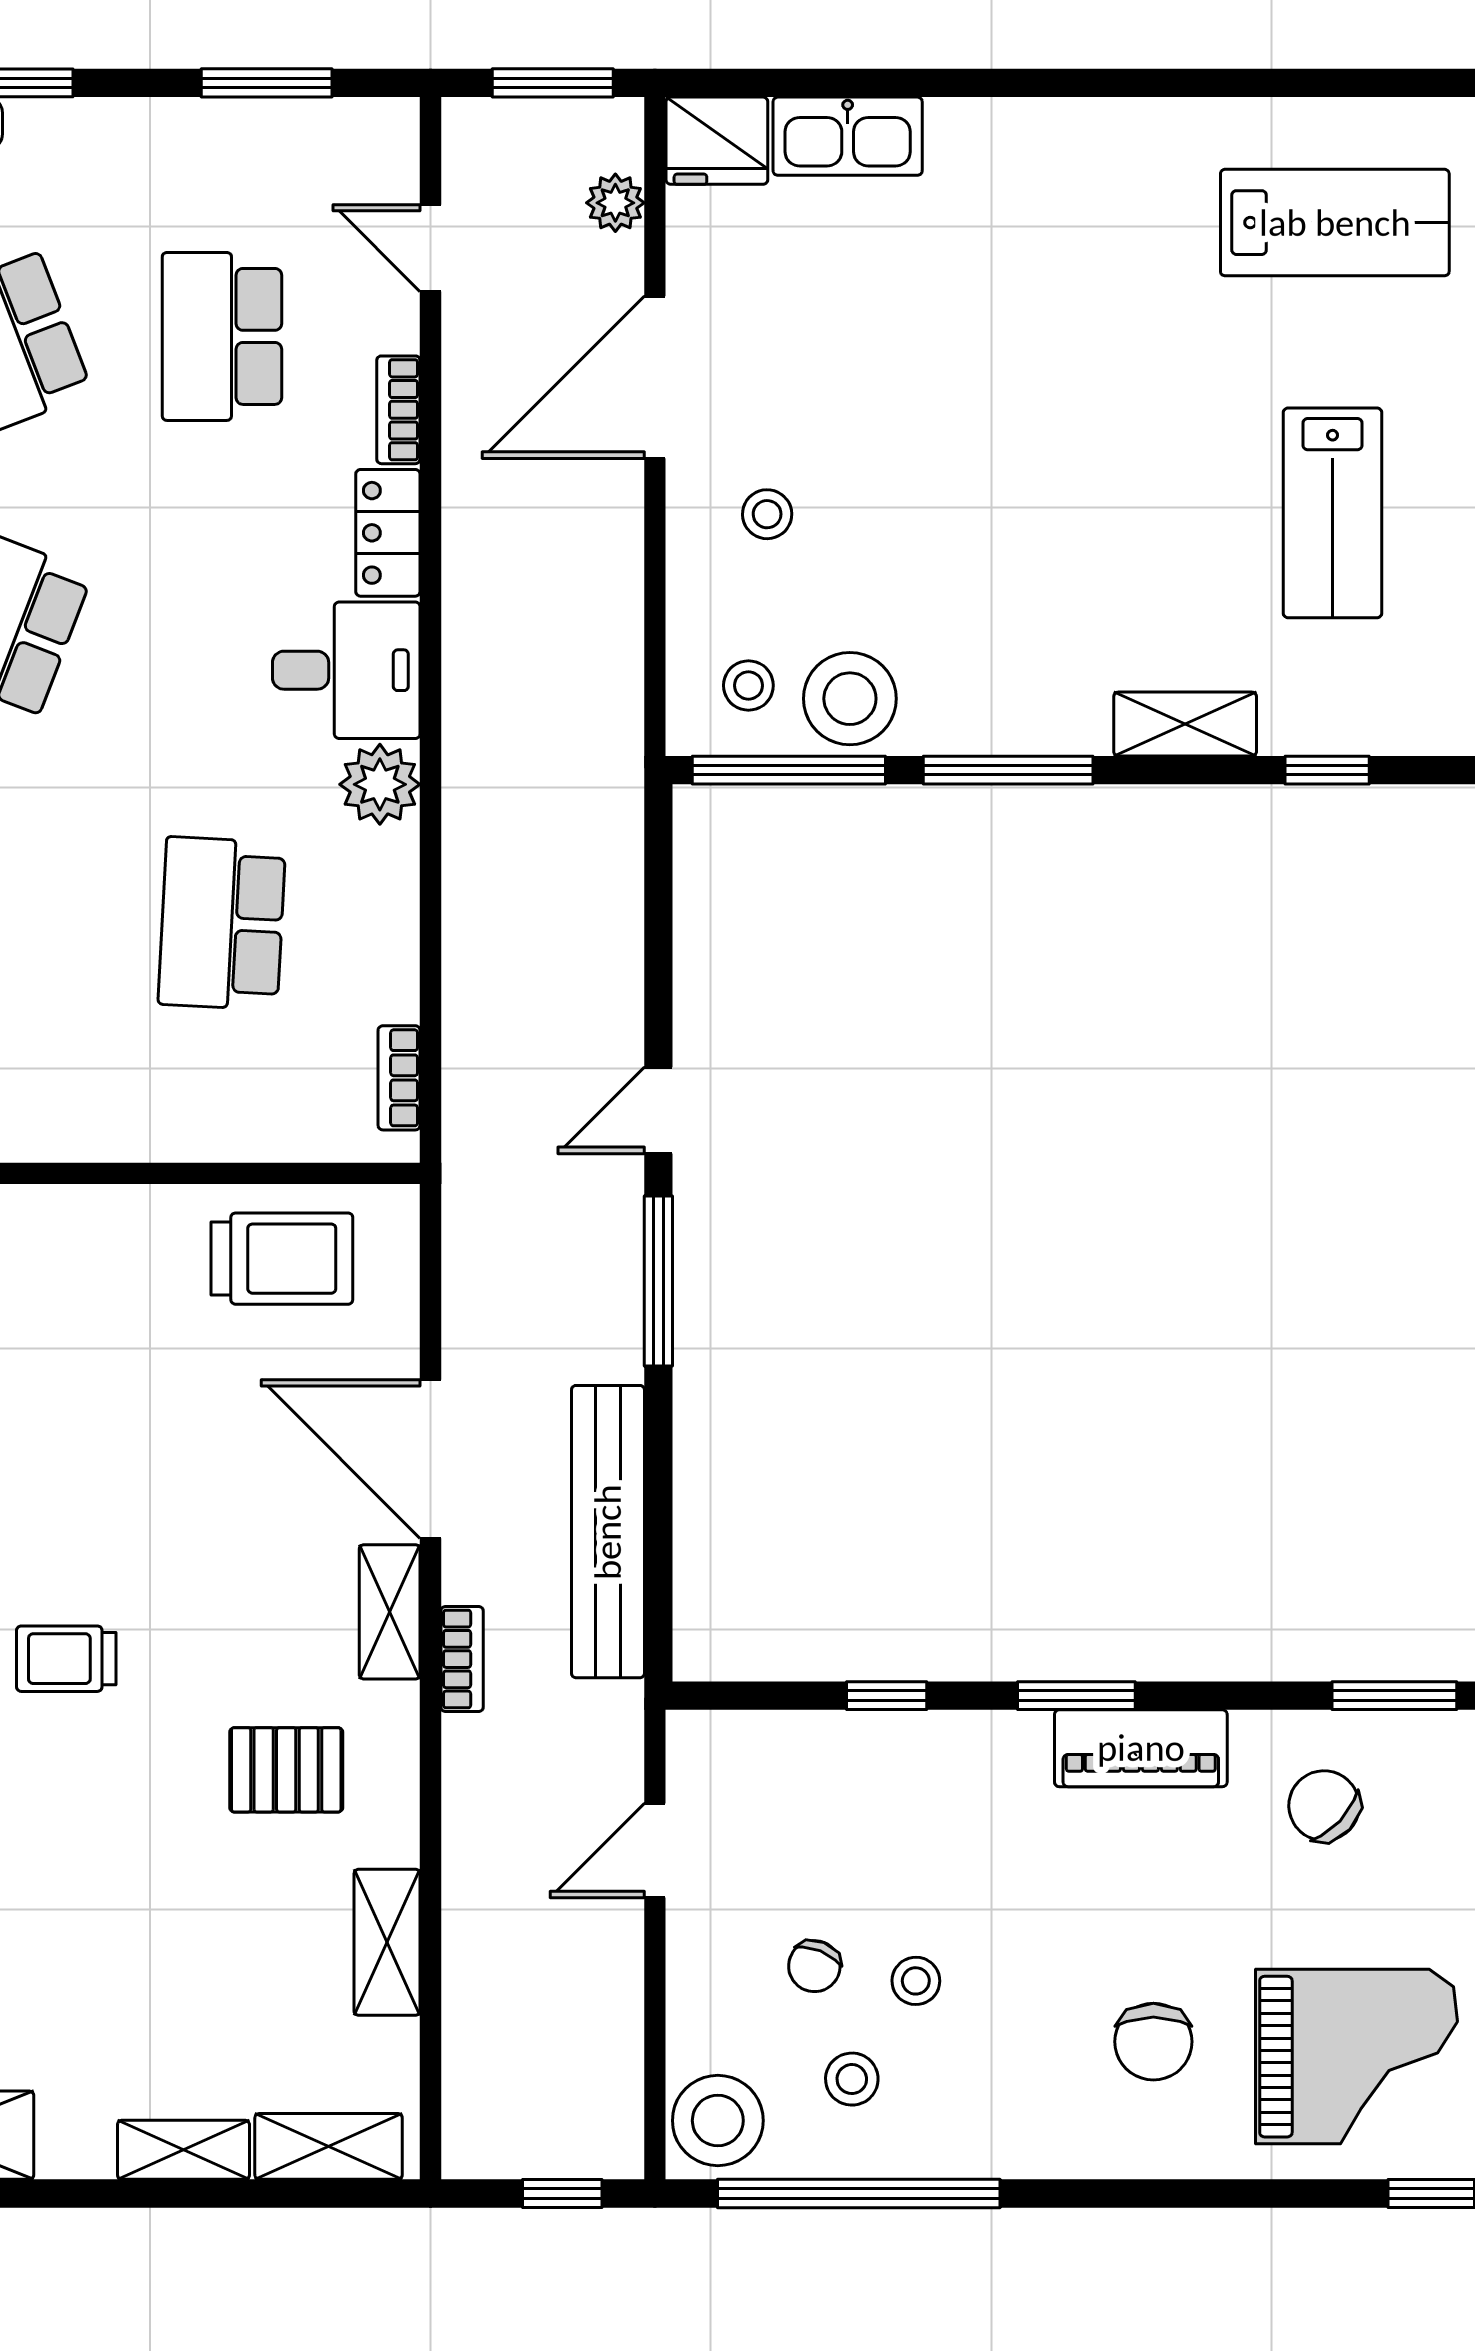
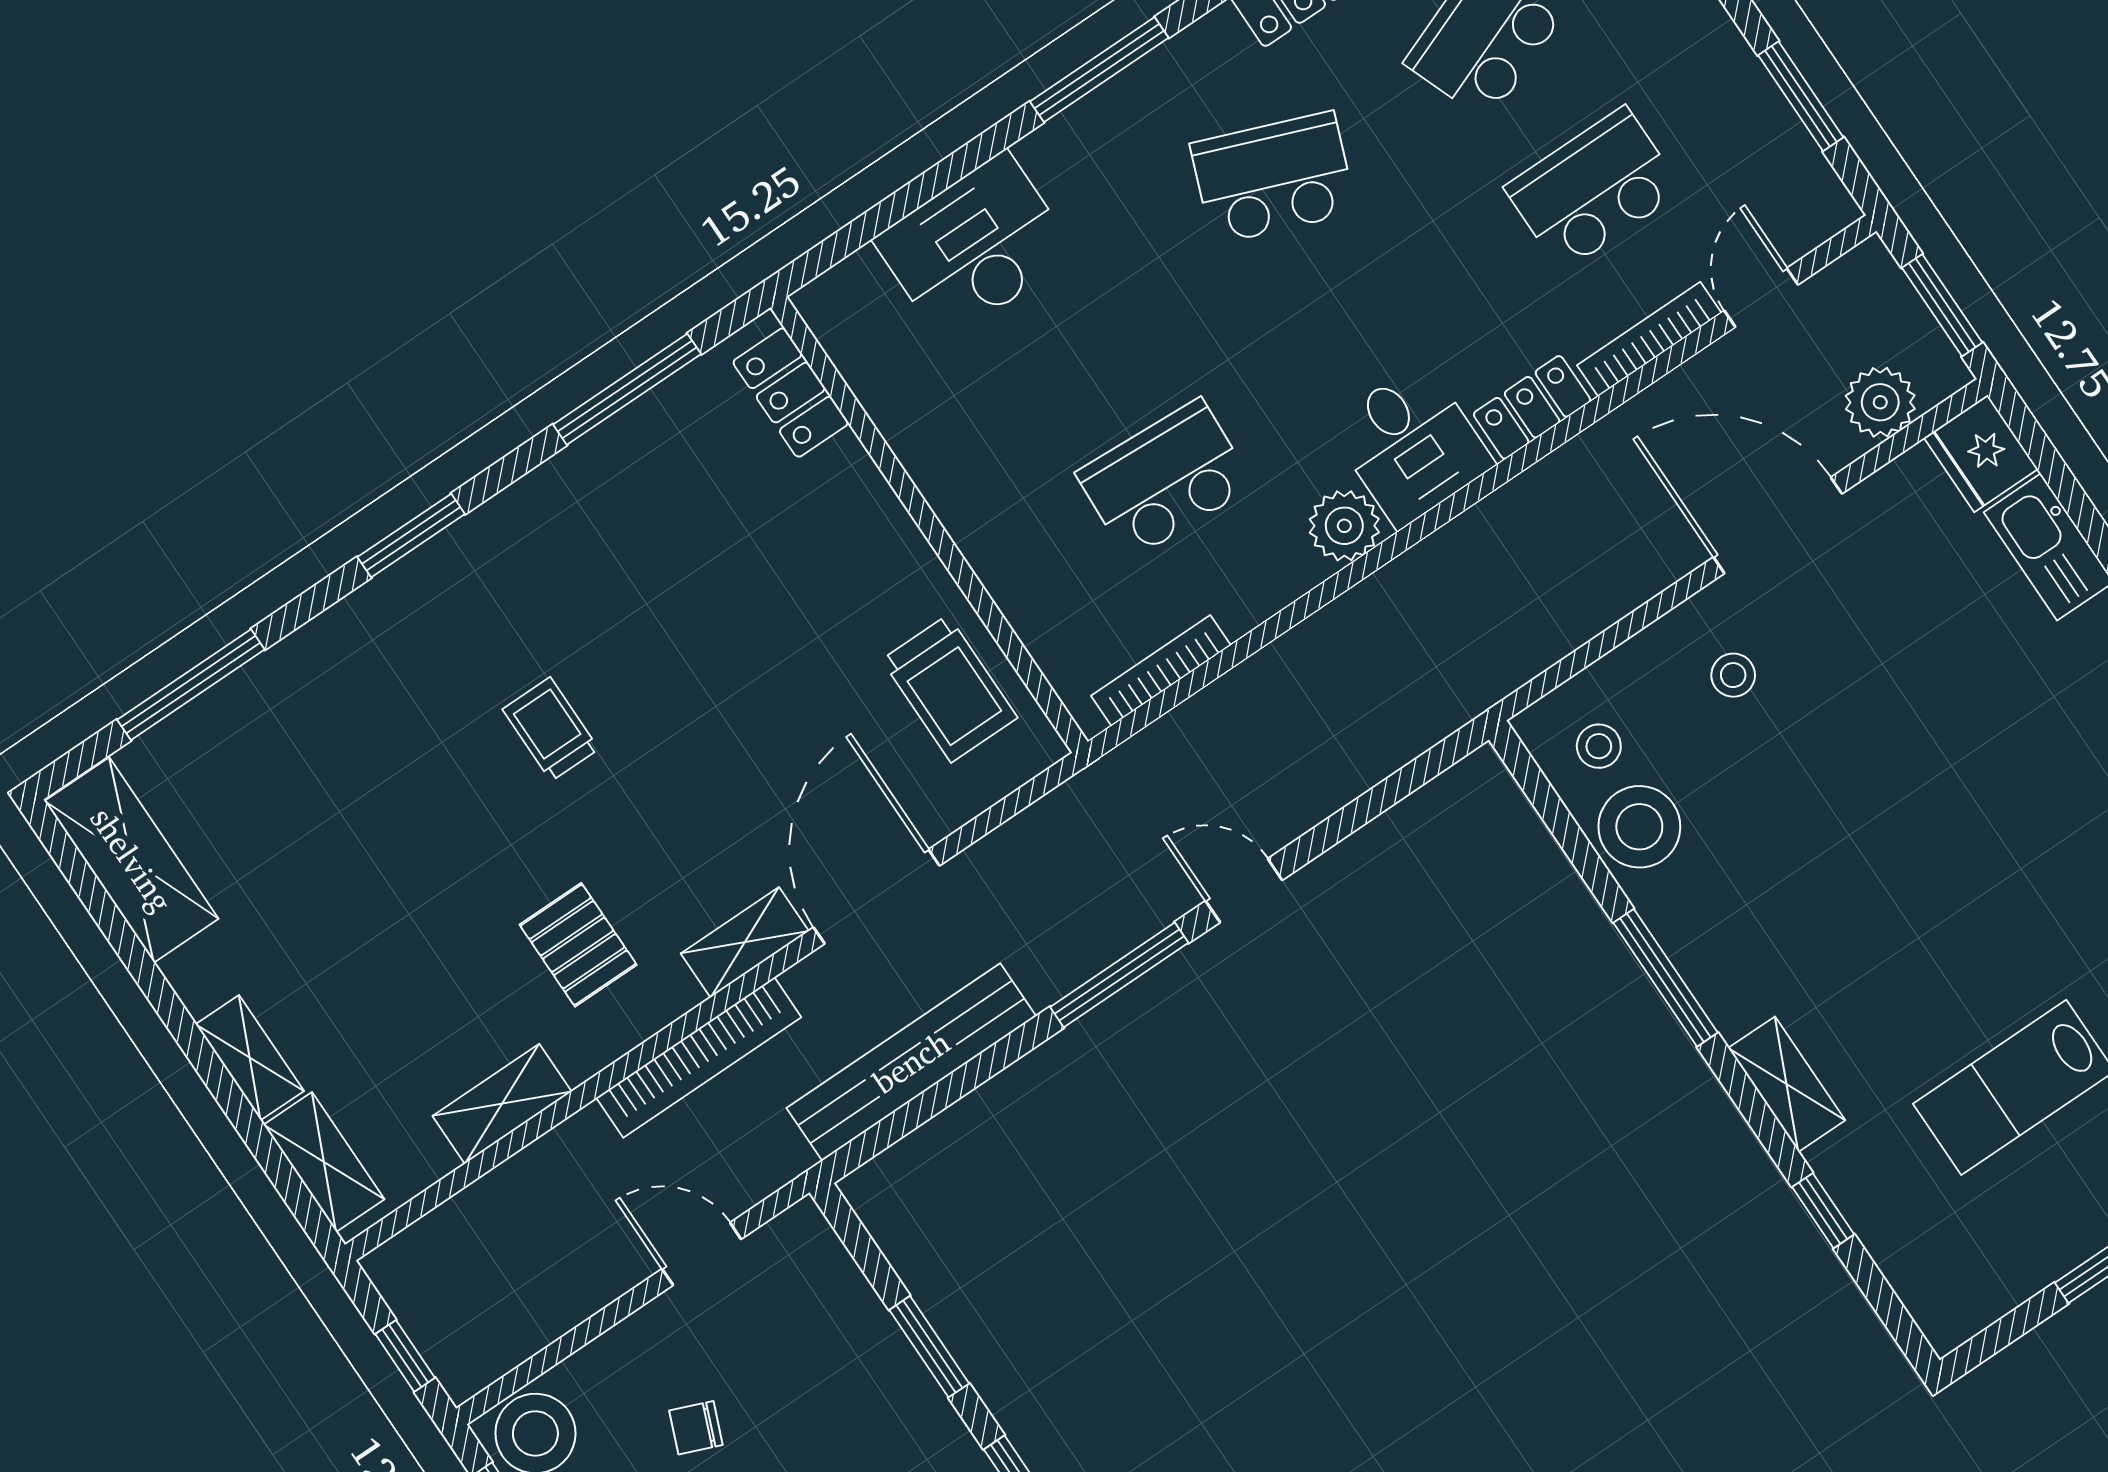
plant: (615, 203) -> (1880, 402), width x1.38, depth x1.38
bookcase: (398, 410) -> (1649, 339), width x1.56
window: (789, 770) -> (1557, 818), removed
bookcase: (399, 1078) -> (1161, 670), width x1.56
bookcase: (462, 1659) -> (699, 1057), width x2.31, depth x1.31
window: (887, 1696) -> (929, 1347), width x1.50

